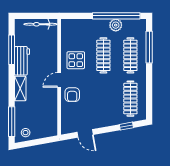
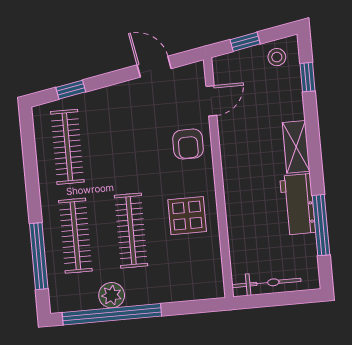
door: (59, 80) -> (211, 101), moved
armchair: (72, 95) -> (188, 144), turned 180
window: (12, 122) -> (308, 77), width x0.46
window: (40, 141) -> (245, 42), added

